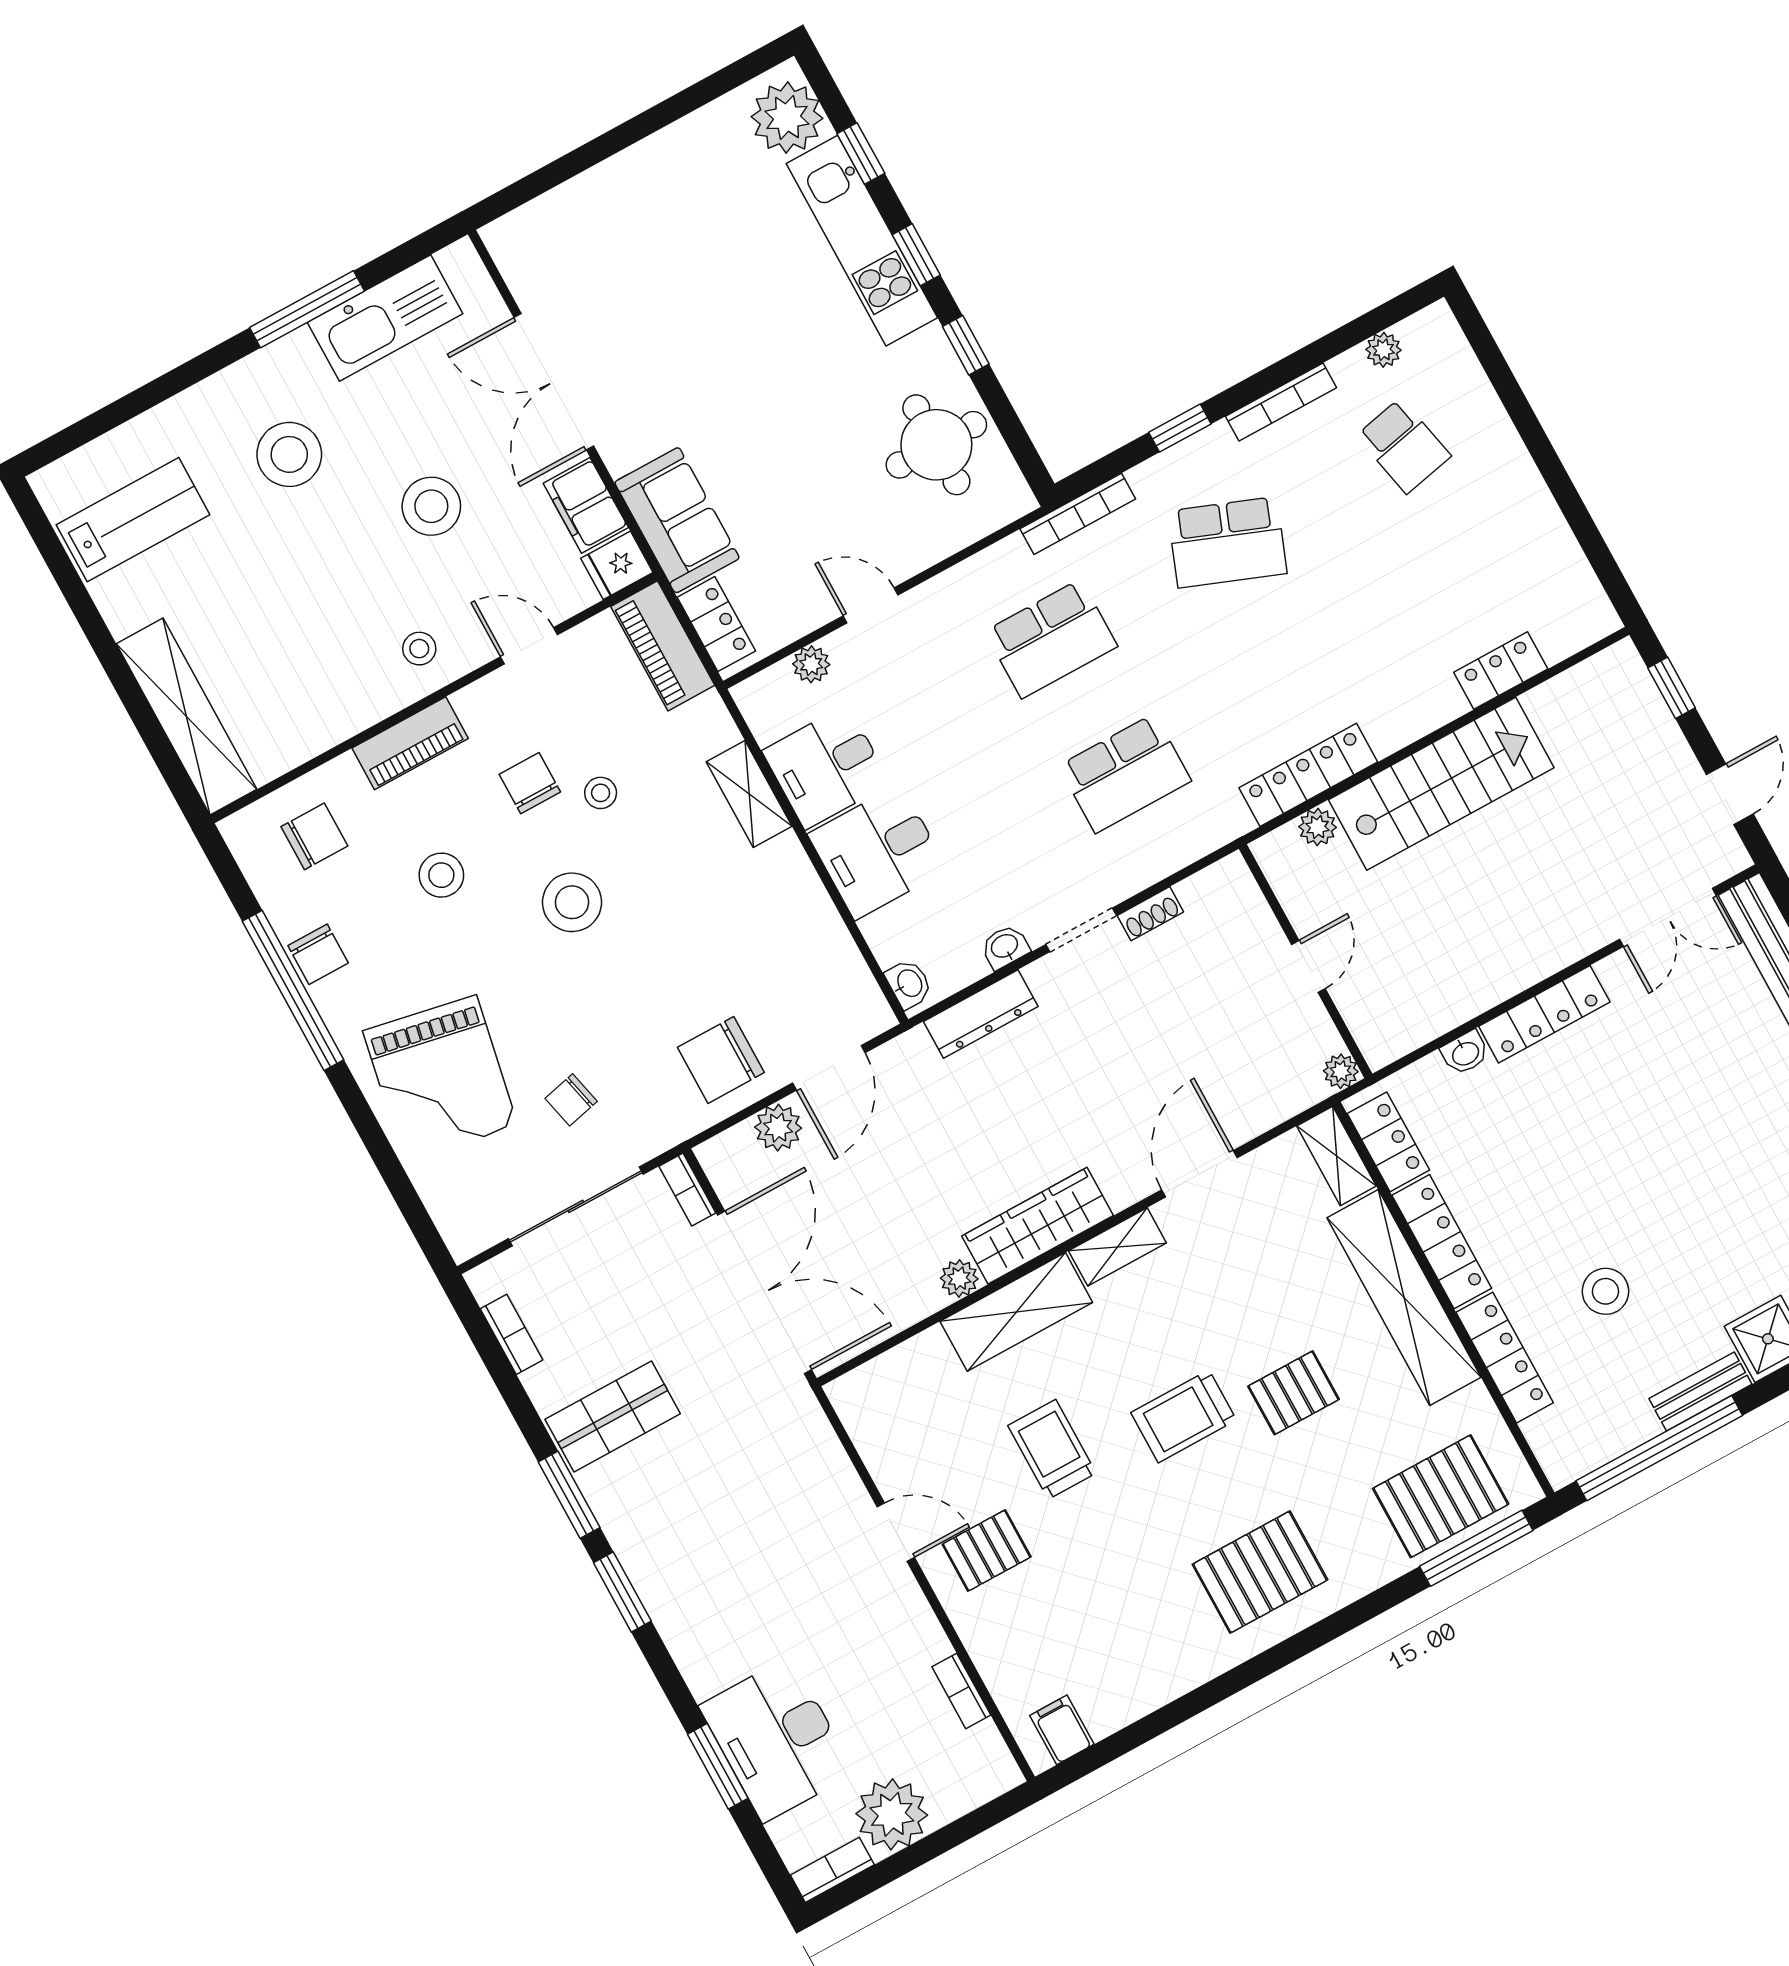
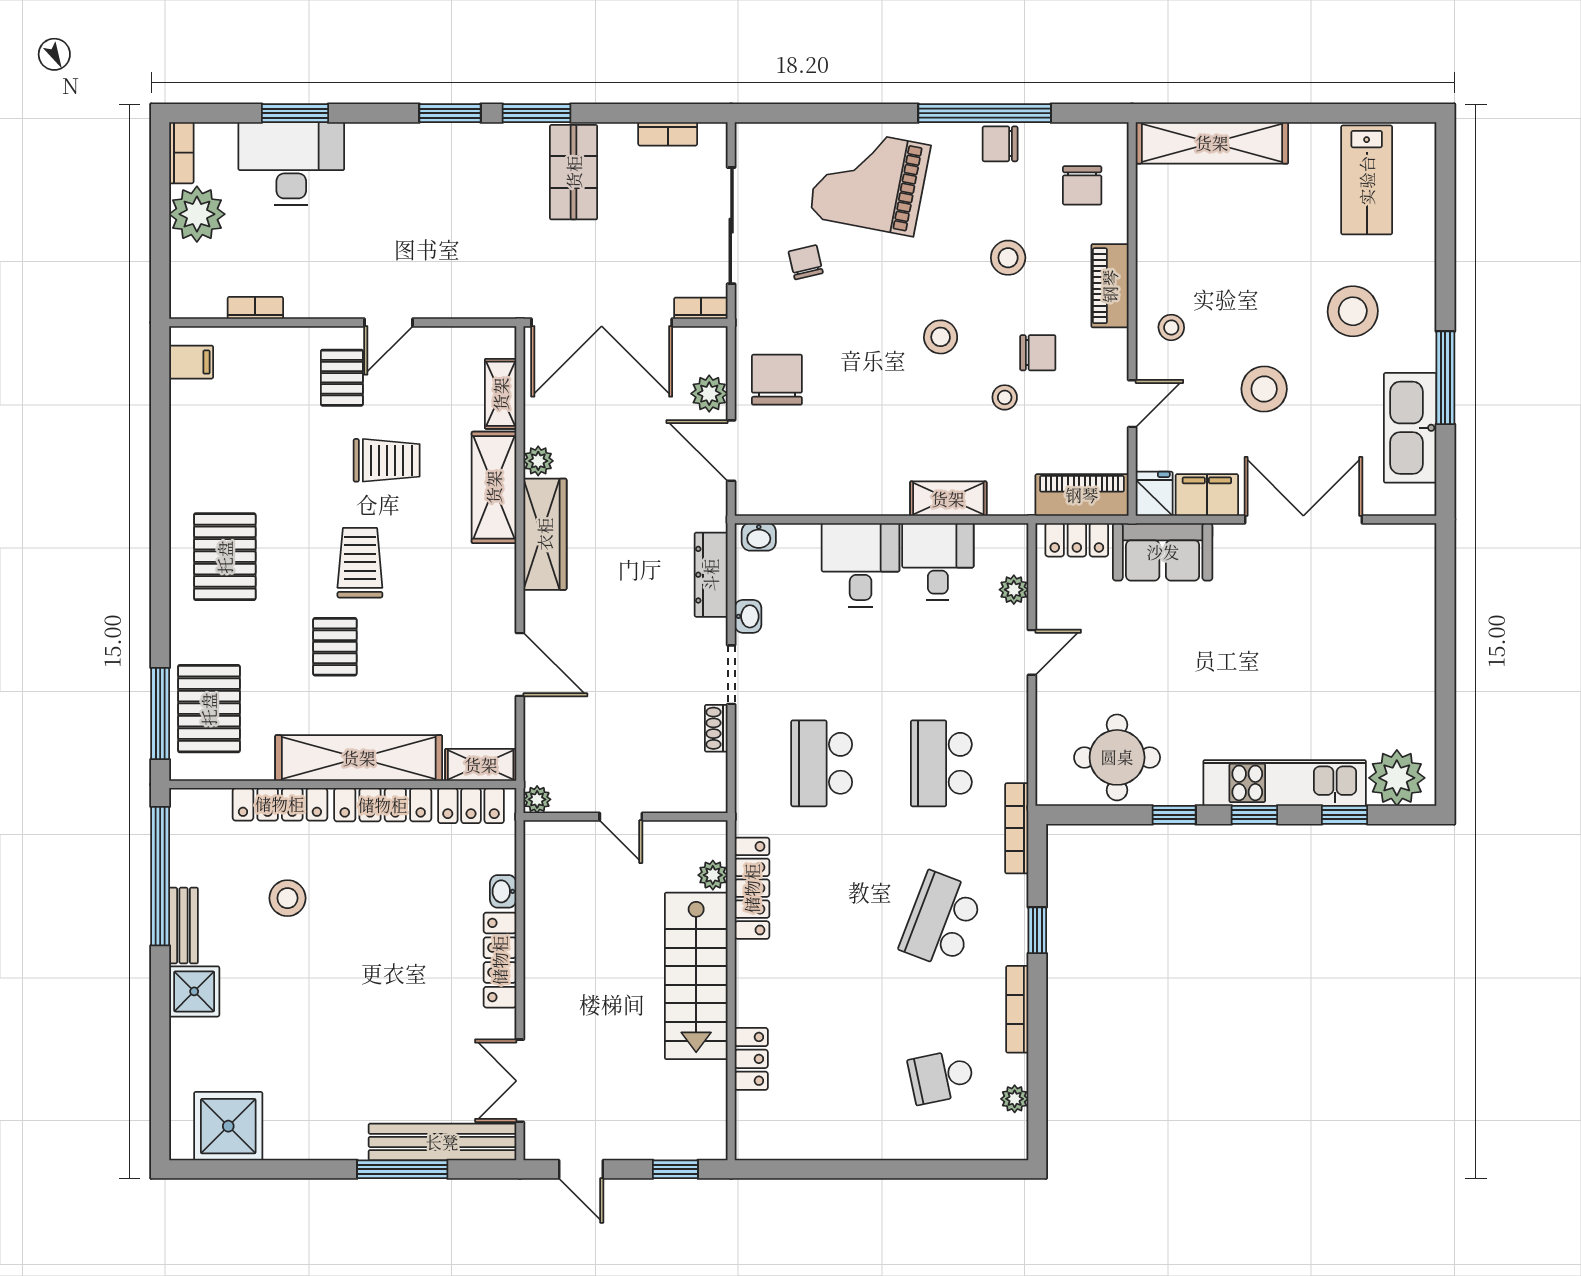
stool: (572, 902) -> (941, 337), width x0.73, depth x0.73
shelving: (1117, 1247) -> (501, 394), moved

